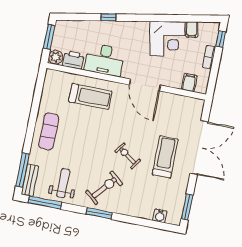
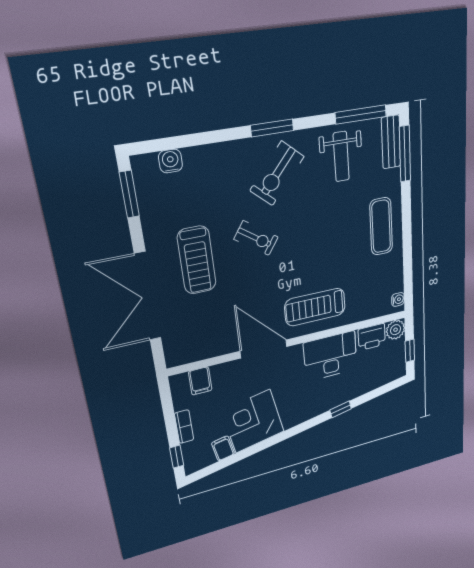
window: (49, 37) -> (410, 351), width x0.67
water cooler: (49, 78) -> (398, 299), added
treadmill: (90, 96) -> (315, 307), moved

